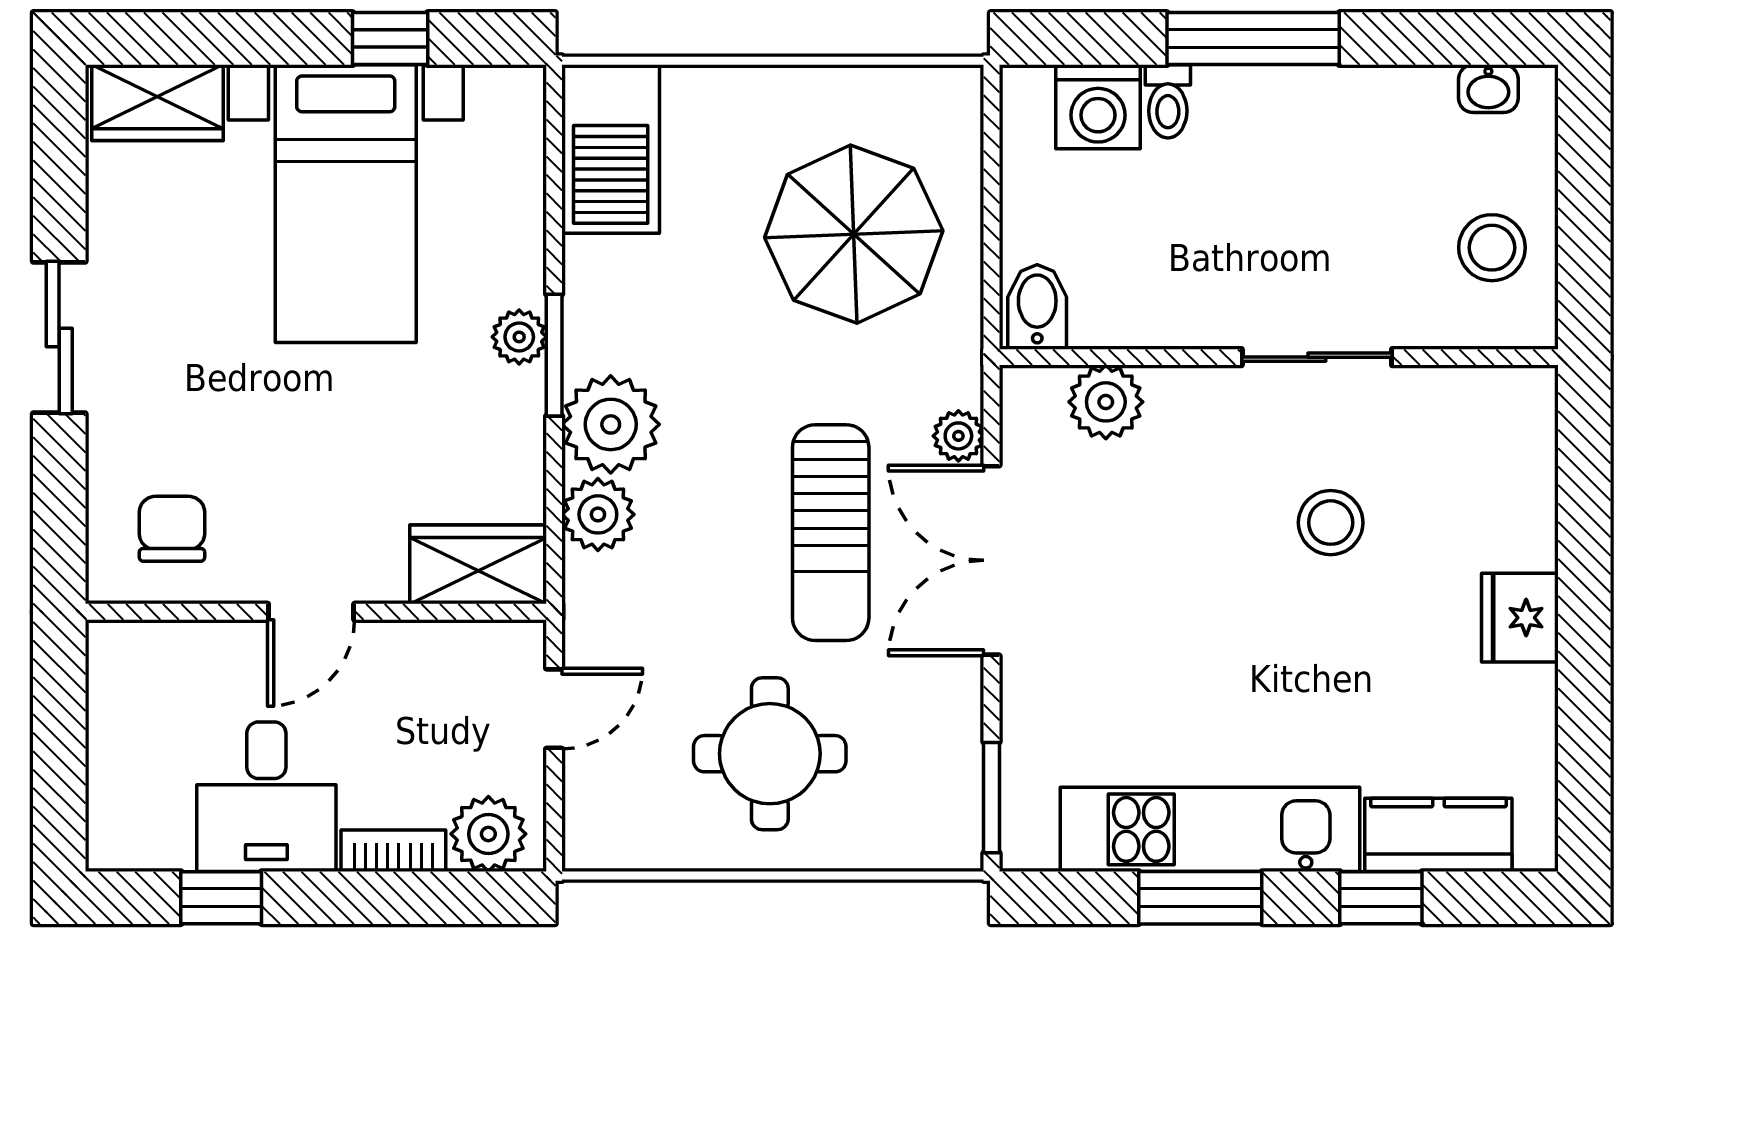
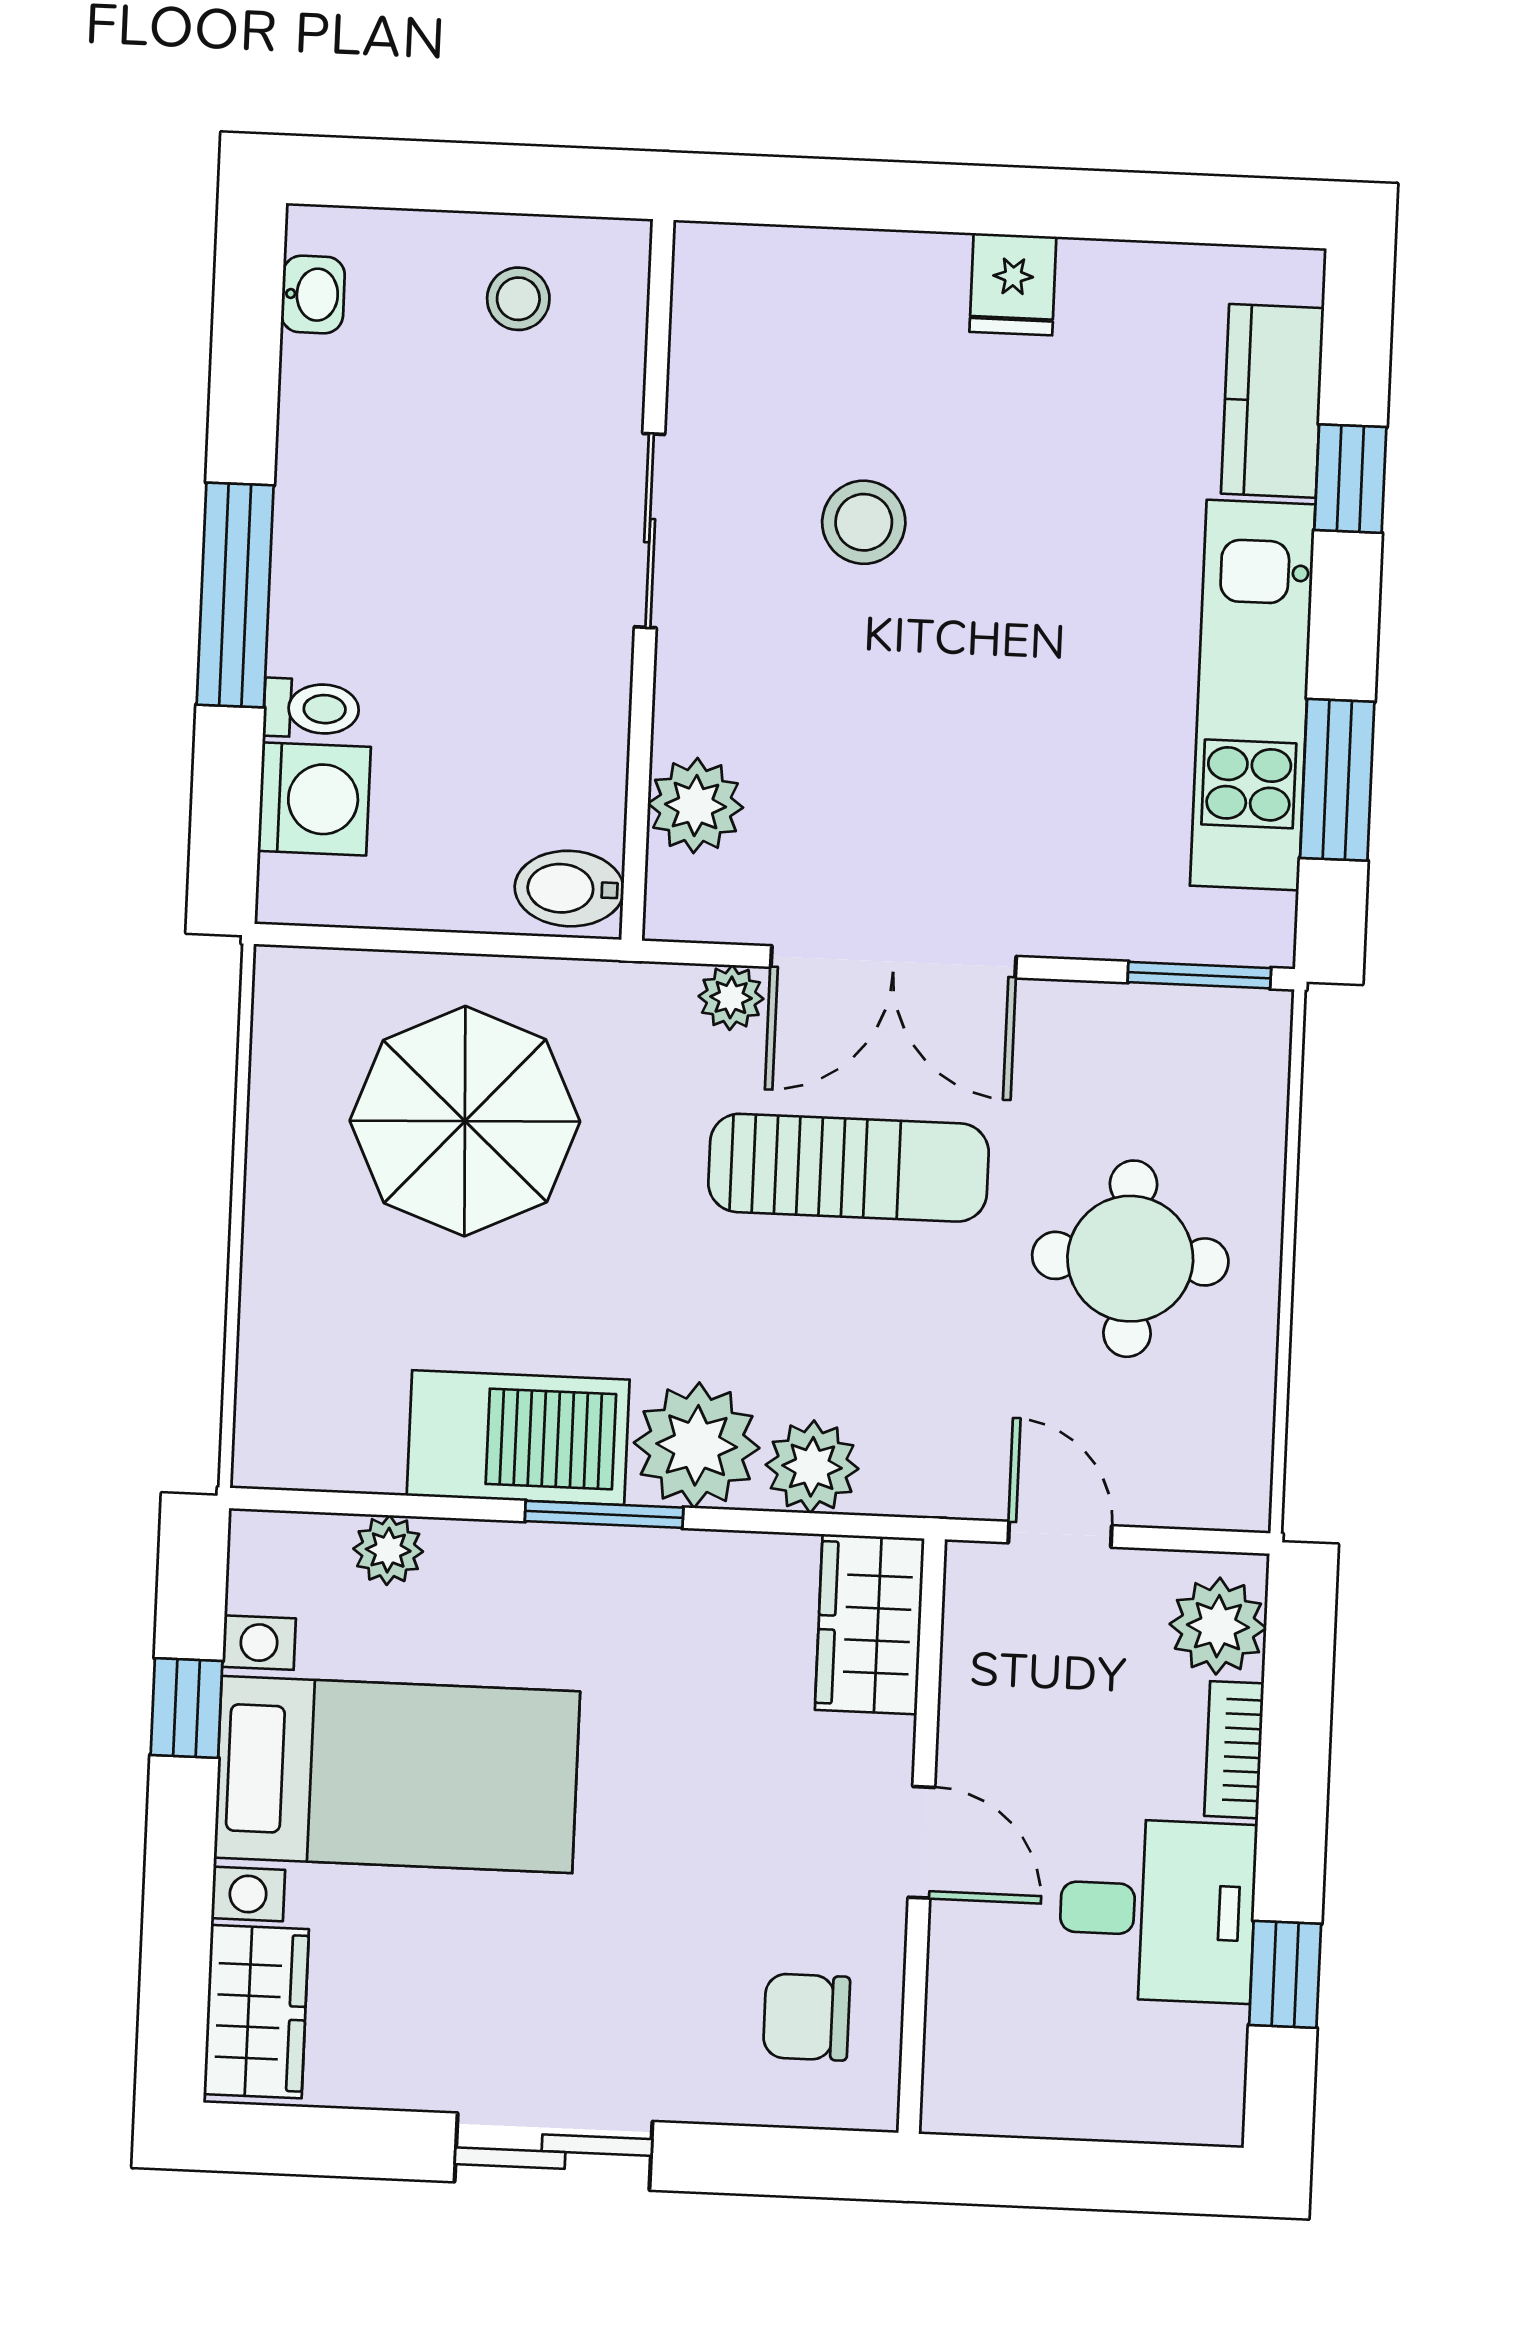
barbecue: (611, 149) -> (518, 1438), moved
stool: (1492, 248) -> (518, 299), width x0.73, depth x0.73
plant: (519, 337) -> (388, 1550), moved
fridge: (1520, 618) -> (1013, 284), width x0.72
window: (1200, 898) -> (1337, 780), moved

